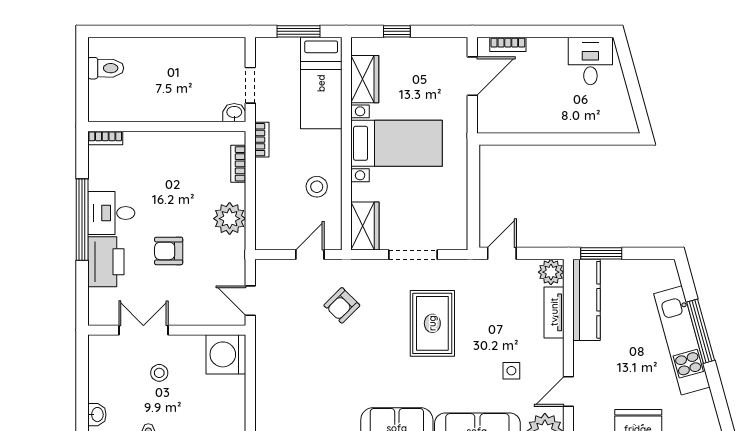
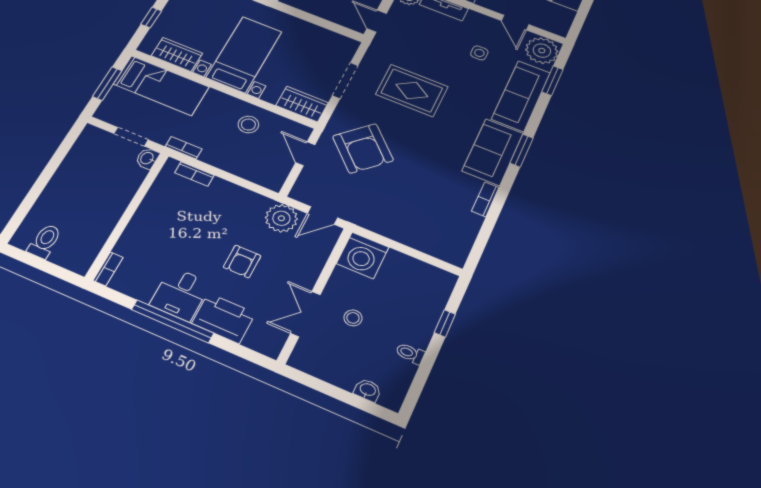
plant: (230, 219) -> (281, 218), moved
armchair: (342, 305) -> (363, 148), width x1.88, depth x1.88

